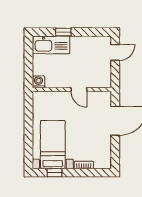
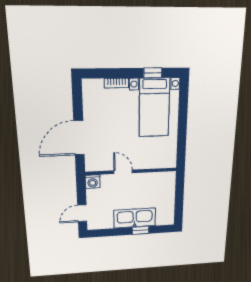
kitchen sink: (51, 45) -> (135, 218), moved
washing machine: (38, 82) -> (93, 182), moved

